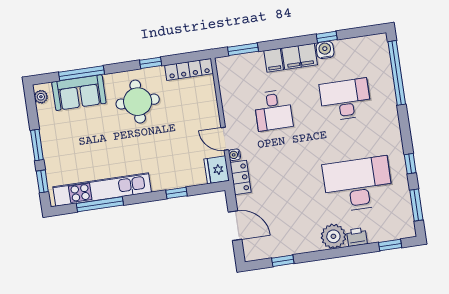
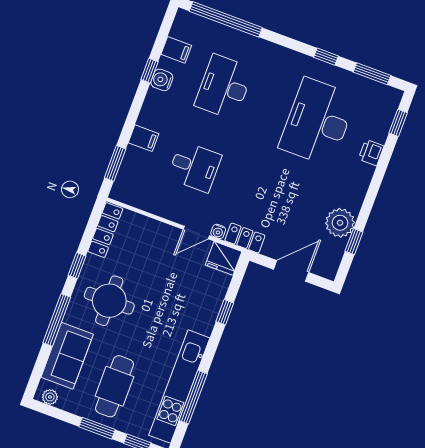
filing cabinet: (299, 56) -> (176, 50), moved, width x0.50
window: (81, 73) -> (57, 320), moved
cafe table: (76, 141) -> (114, 386), added
plant: (333, 236) -> (340, 223), moved

